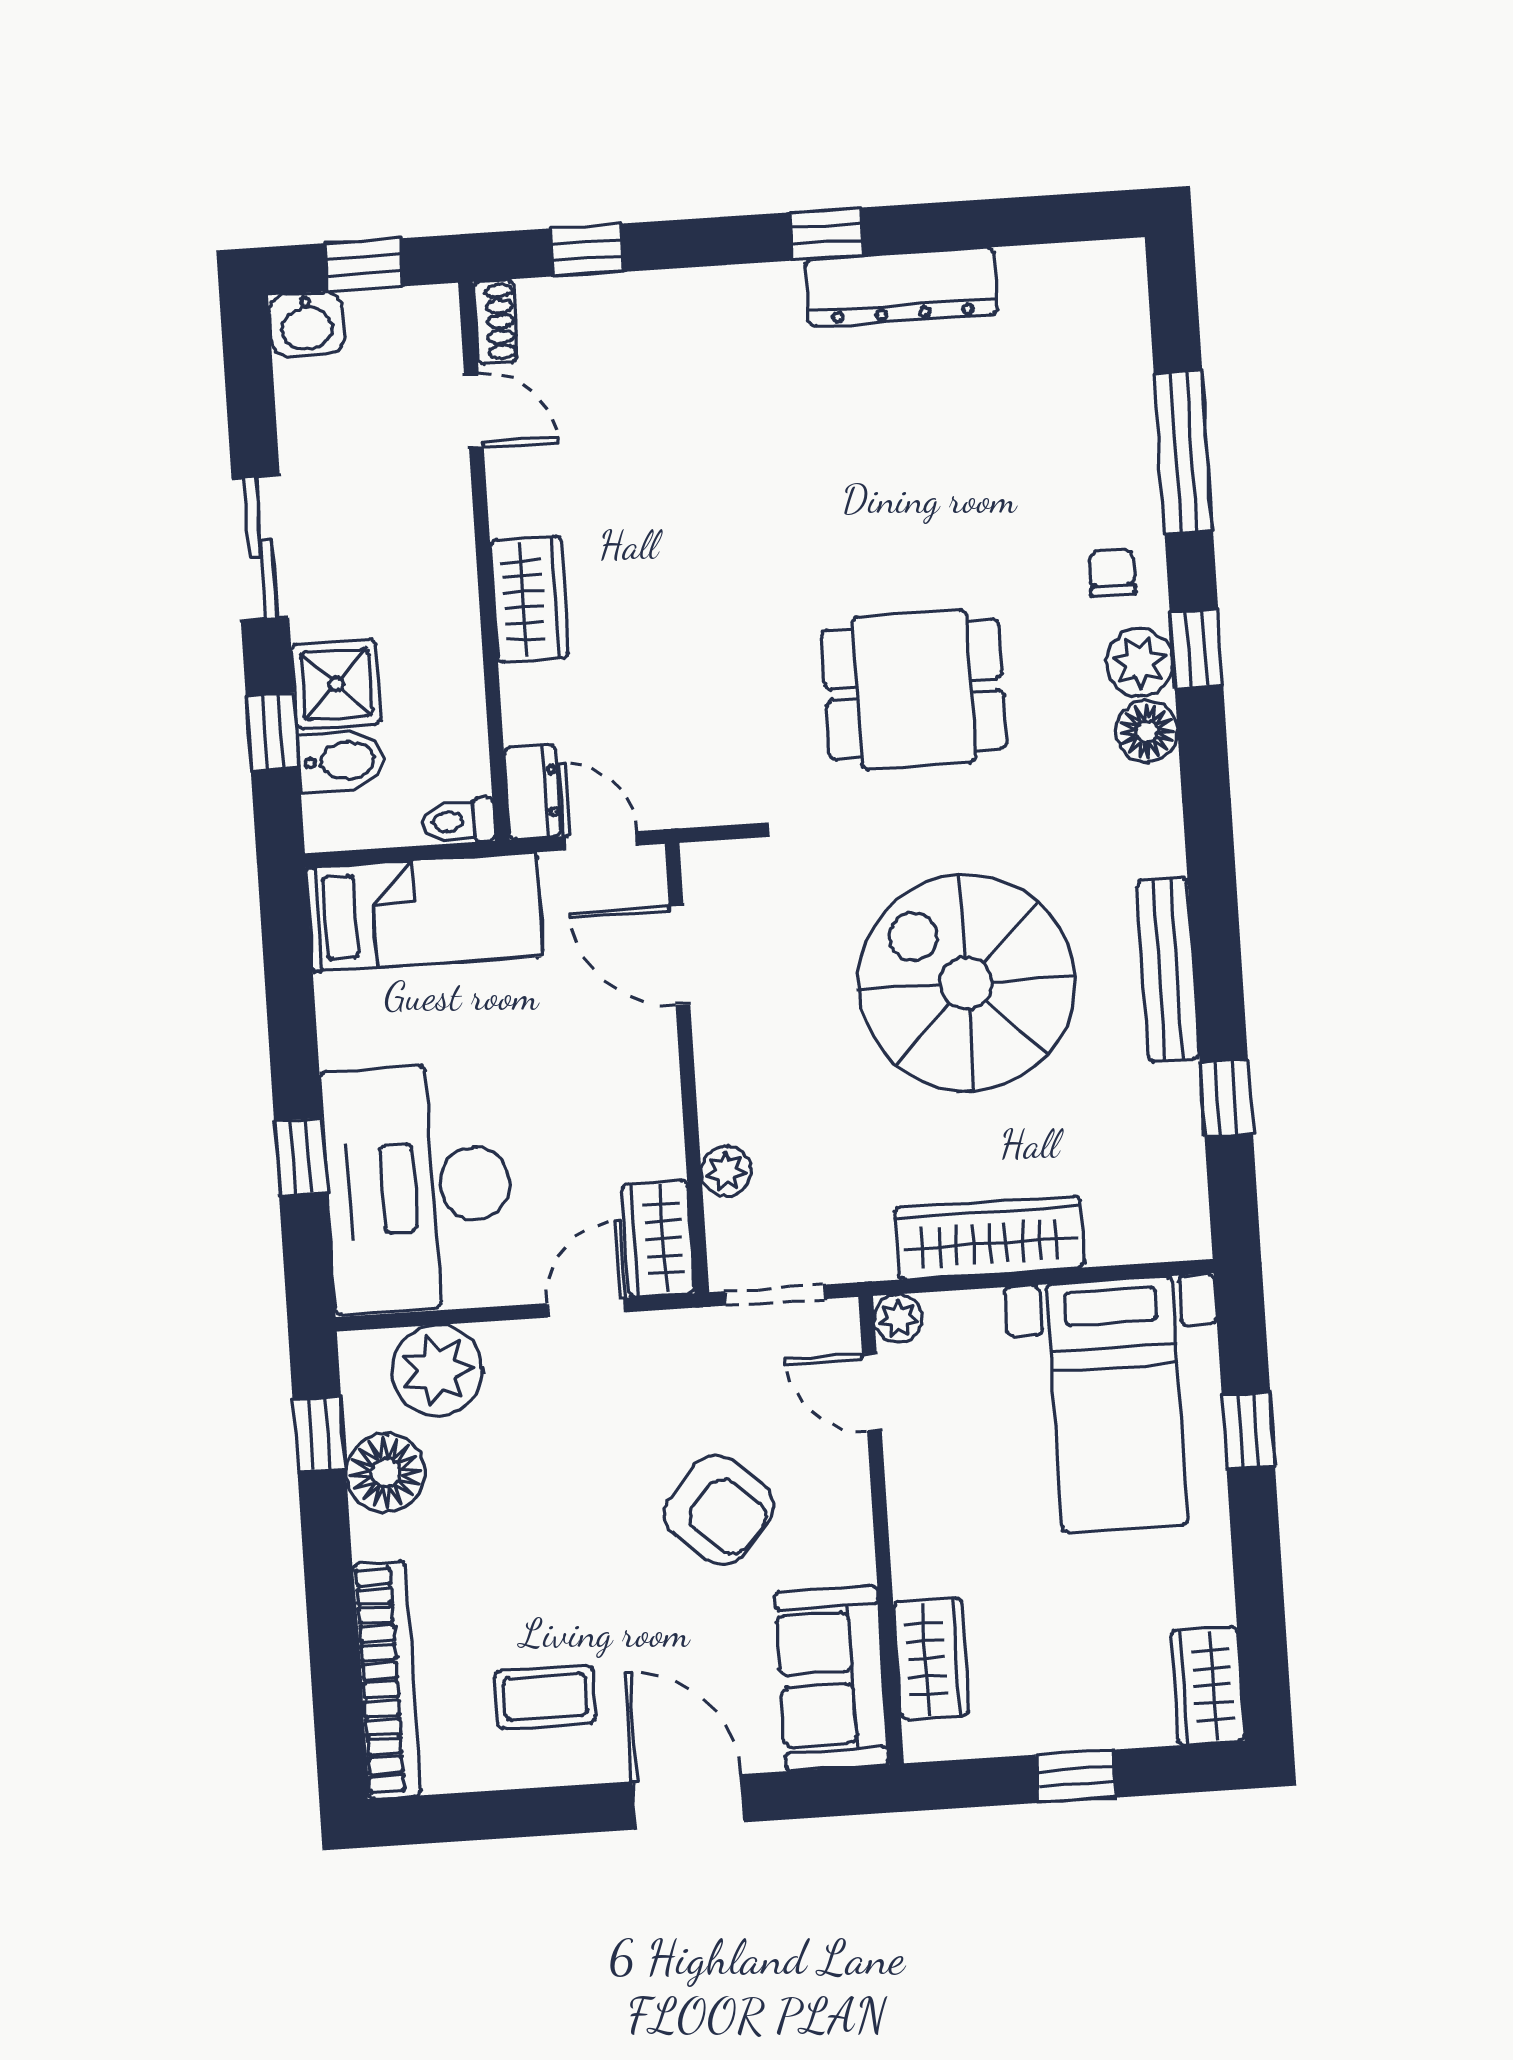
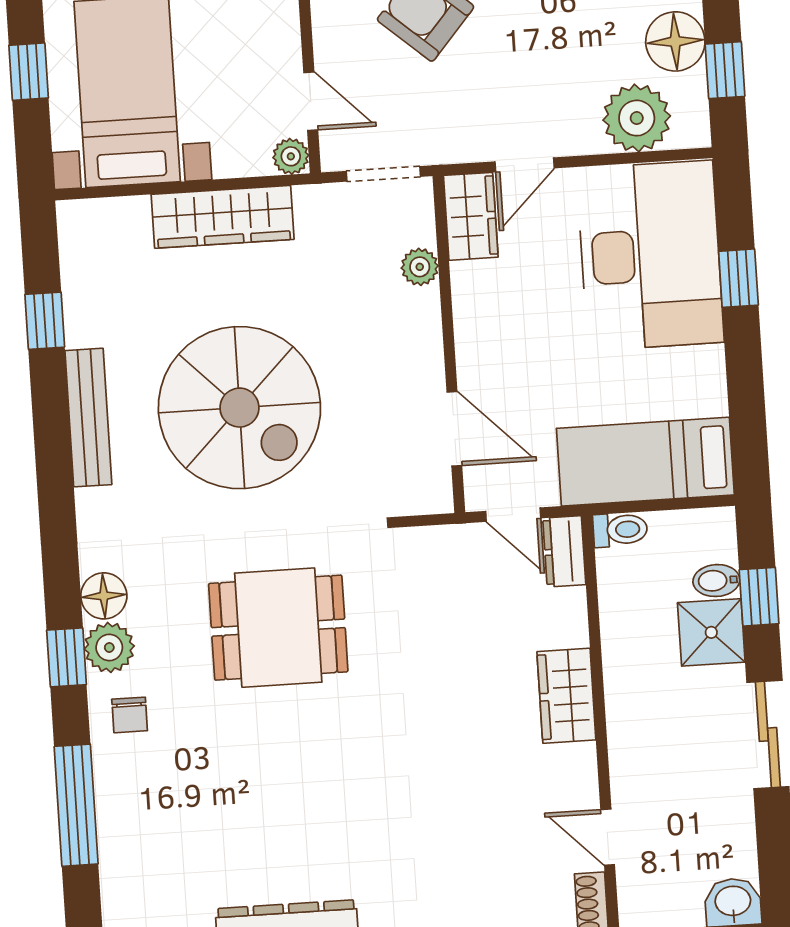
bidet: (341, 761) -> (716, 581), width x0.72, depth x0.74

